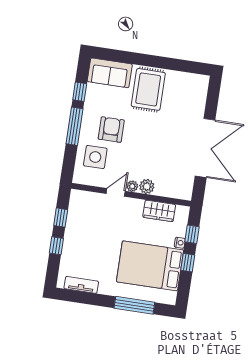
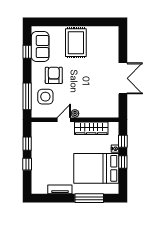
sofa: (110, 73) -> (40, 47), moved, turned -90
window: (74, 126) -> (27, 96), moved
double door: (205, 148) -> (123, 78), width x0.73
plant: (147, 186) -> (85, 112), removed
wardrobe: (159, 211) -> (91, 128), width x1.50
tv unit: (81, 285) -> (60, 189), moved

